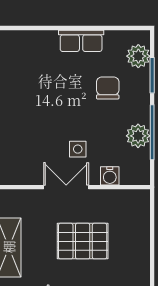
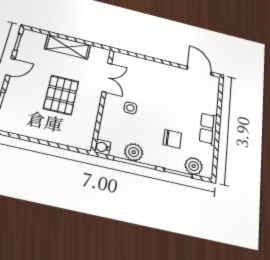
water cooler: (110, 176) -> (103, 147), moved
double door: (66, 187) -> (107, 78), moved

